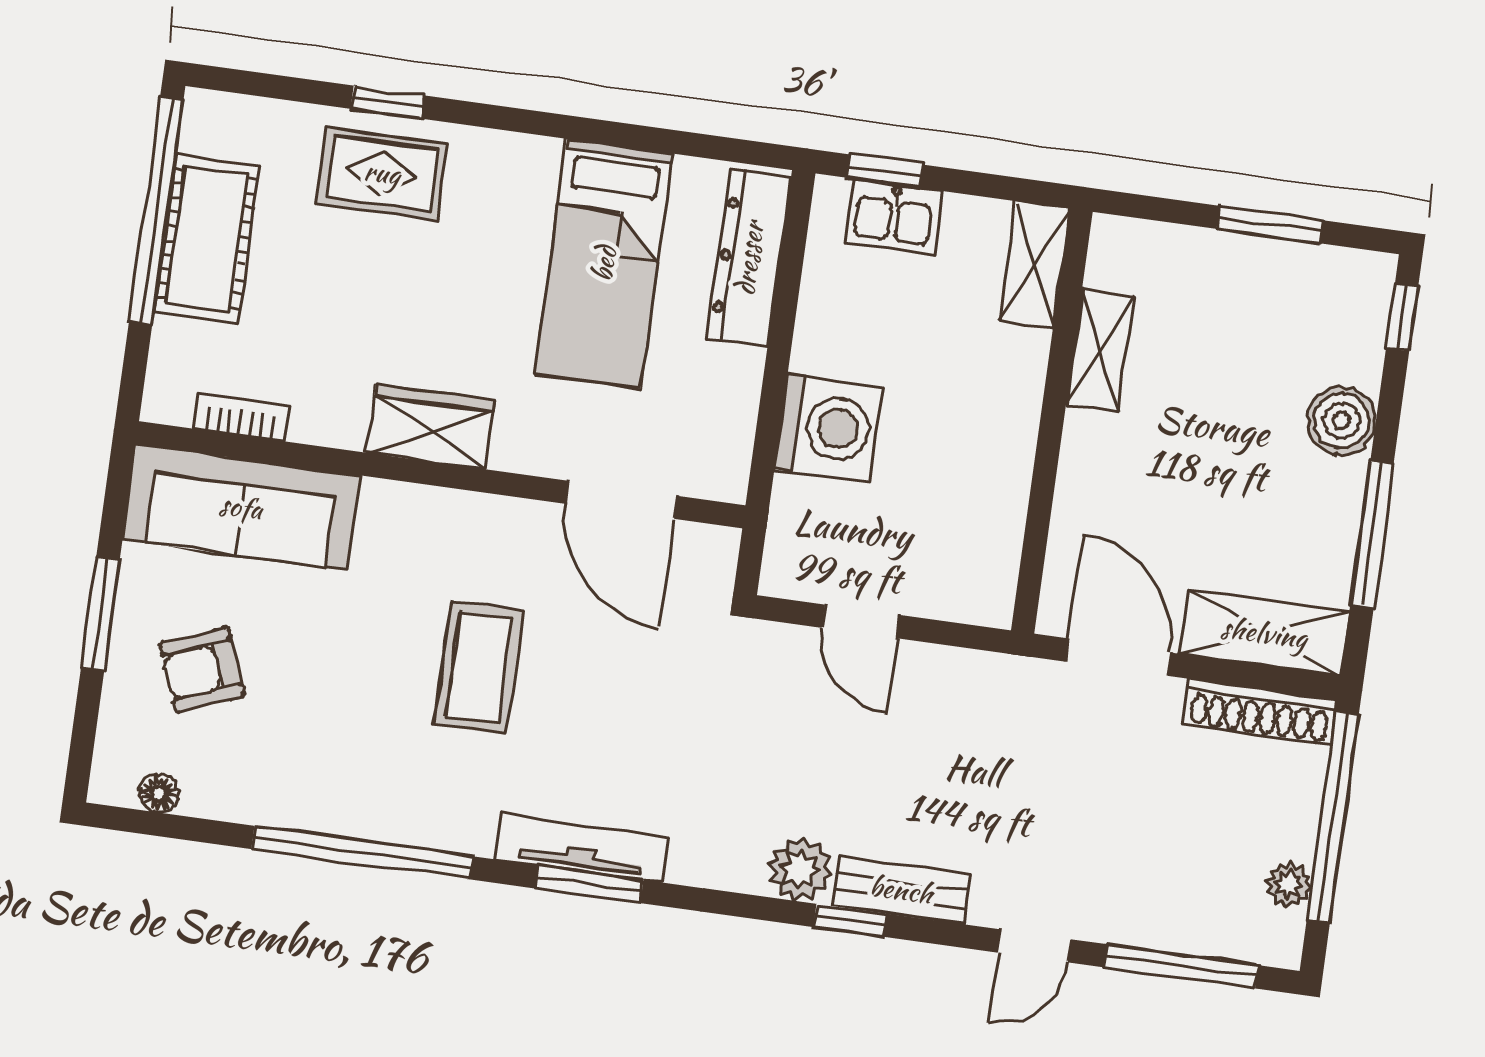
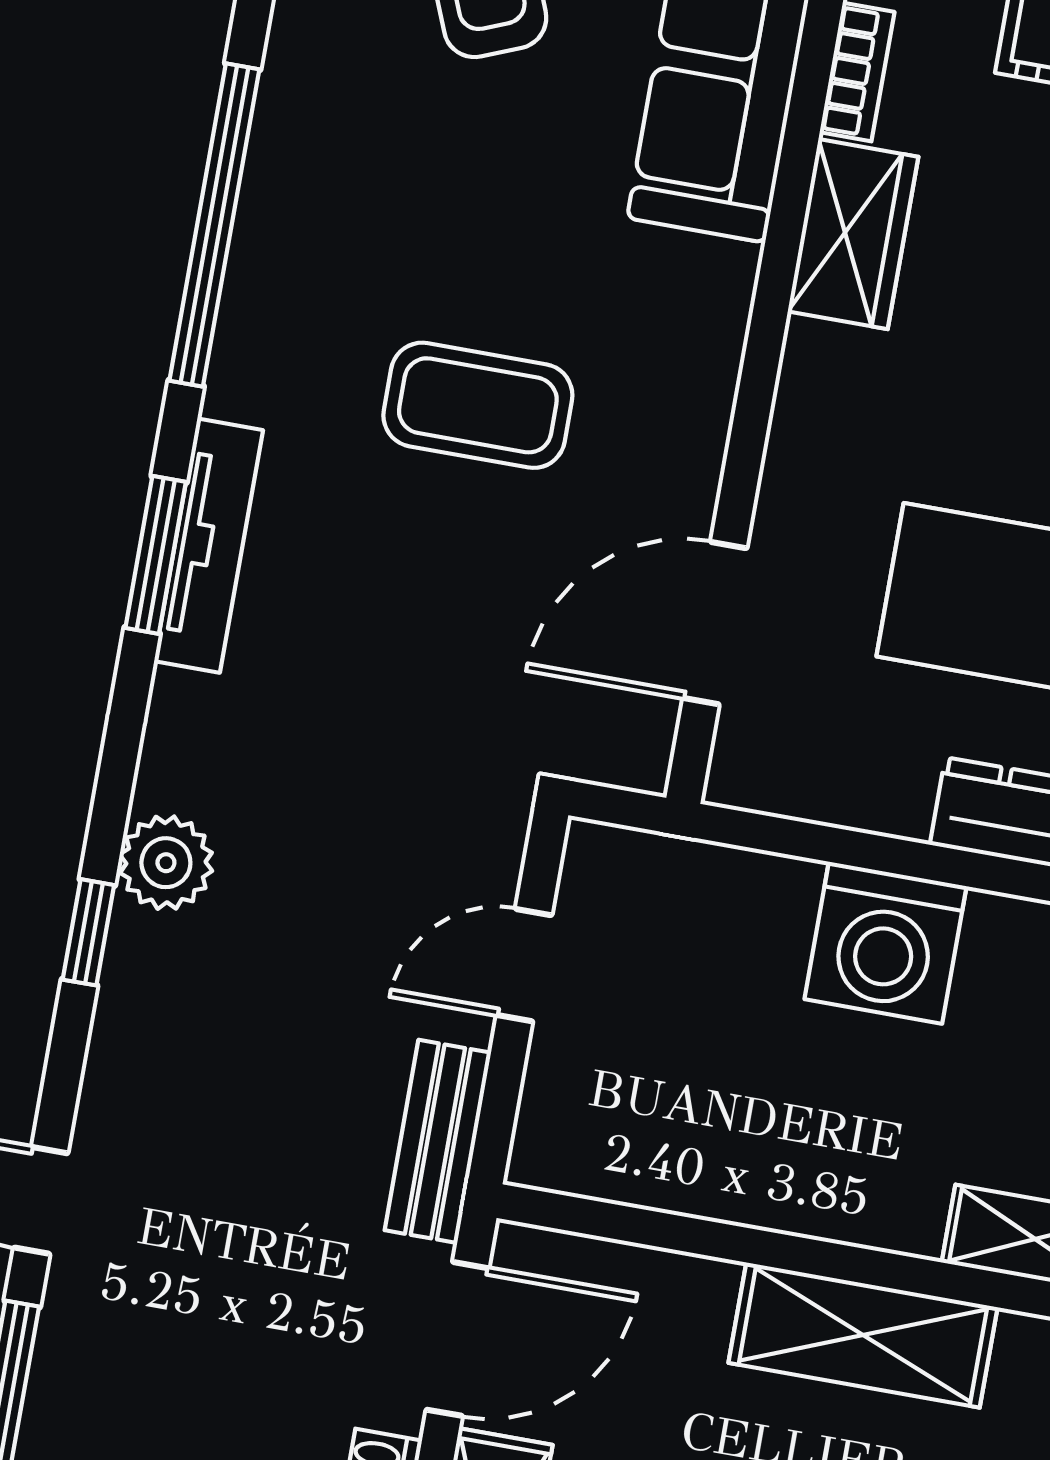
shelving: (1100, 350) -> (863, 1335), width x1.50, depth x1.33
wardrobe: (431, 427) -> (853, 234), moved
washing machine: (828, 427) -> (886, 943), moved
bench: (901, 890) -> (438, 1141), moved

